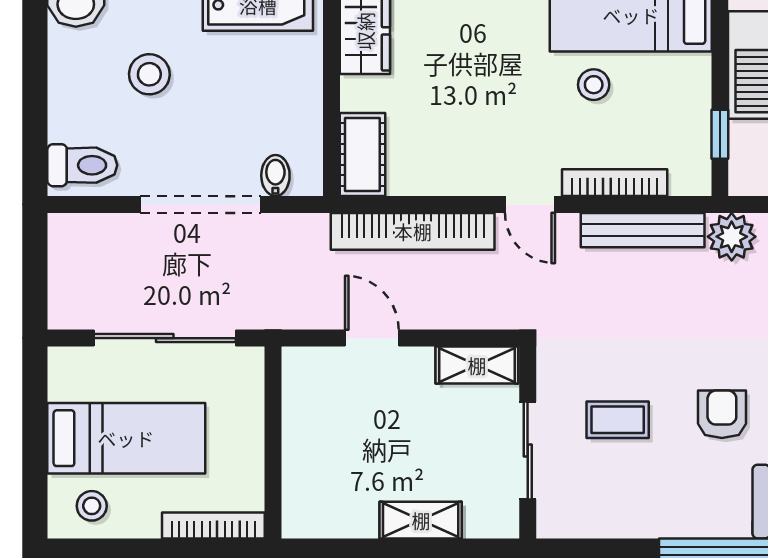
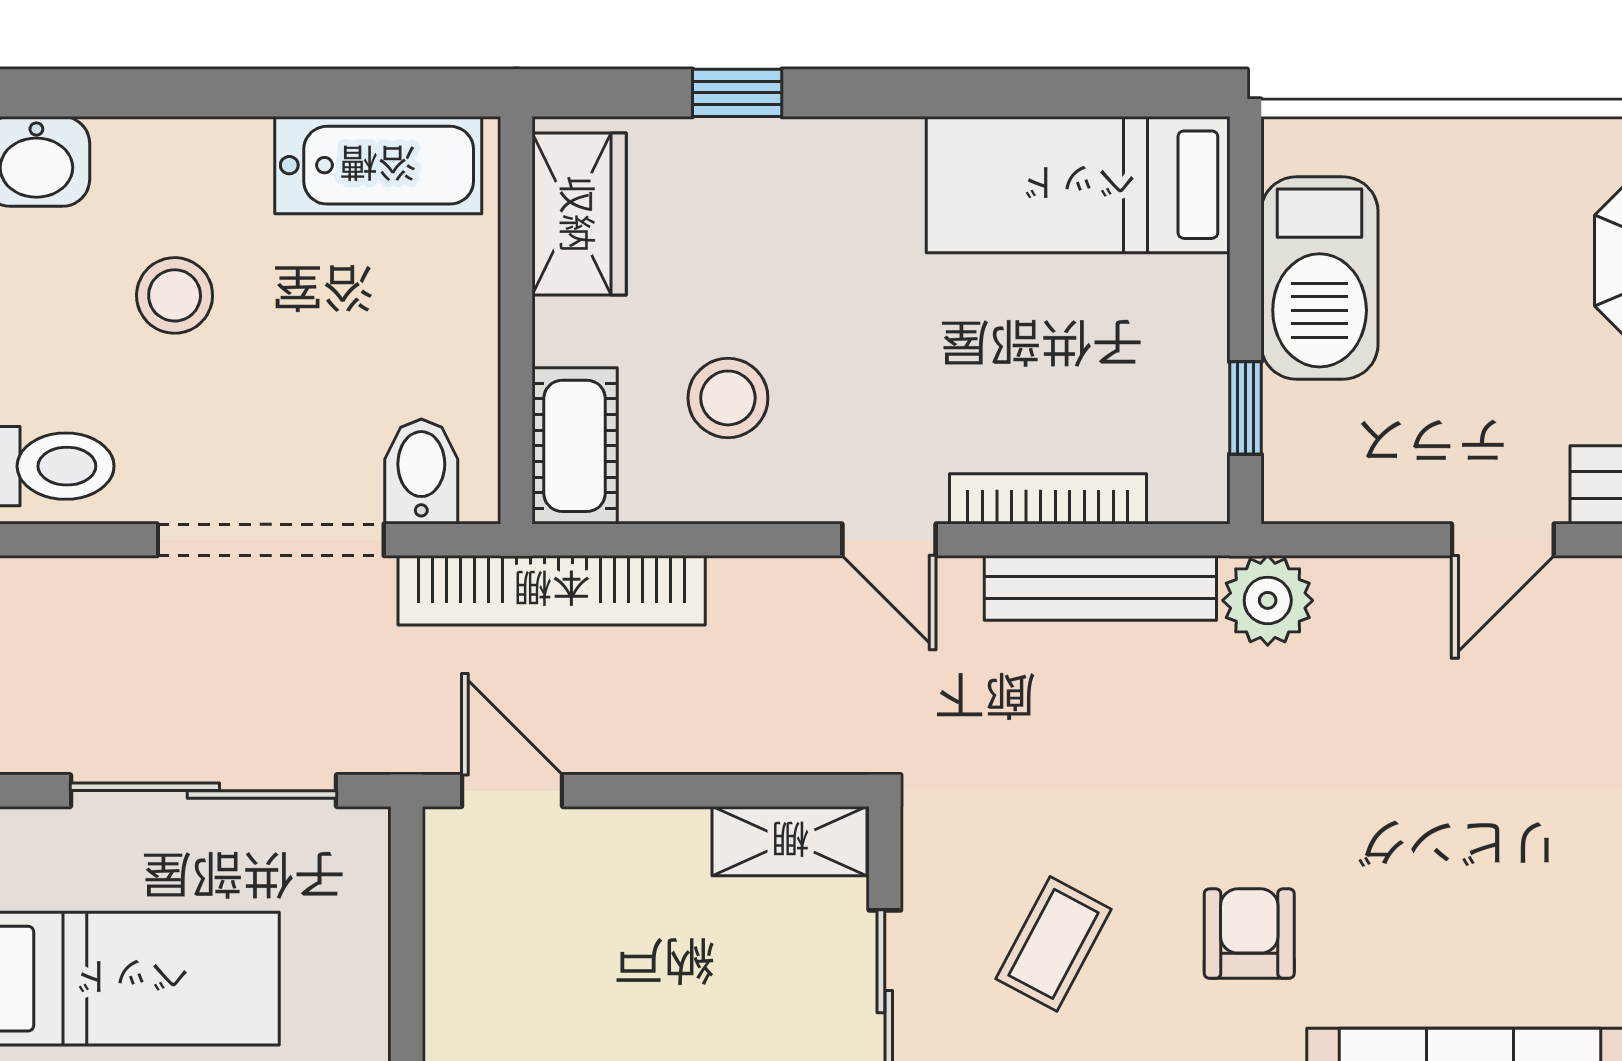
stool: (594, 85) -> (728, 398), moved, width x1.37, depth x1.37
bidet: (275, 175) -> (421, 471), width x1.38, depth x1.36
bookcase: (413, 231) -> (552, 590), moved
door: (372, 338) -> (512, 791), moved
coffee table: (618, 420) -> (1054, 944), turned -62

